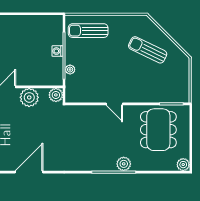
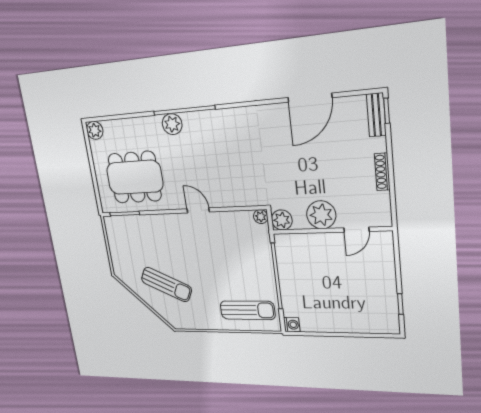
washing machine: (57, 51) -> (292, 325), moved
plant: (70, 70) -> (261, 217), moved
dining table: (158, 130) -> (135, 177), turned 90

